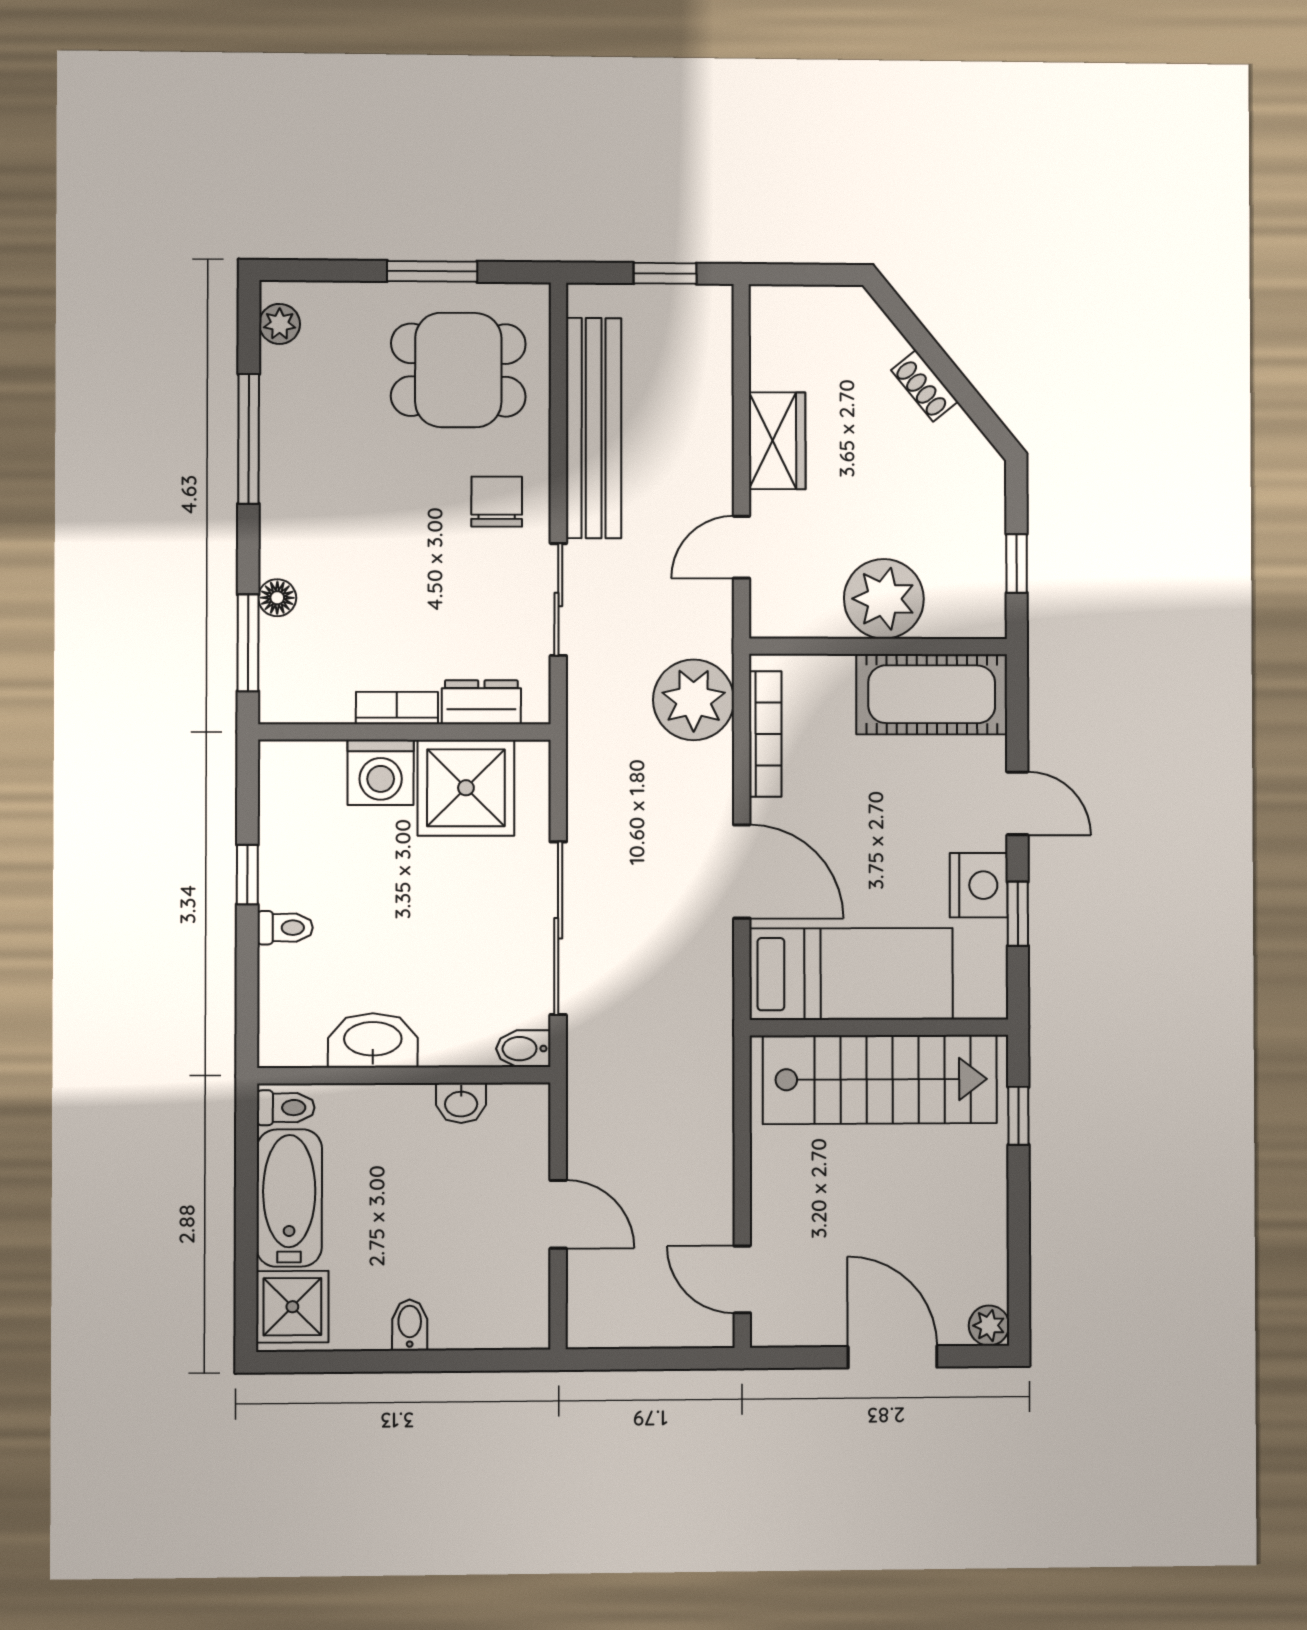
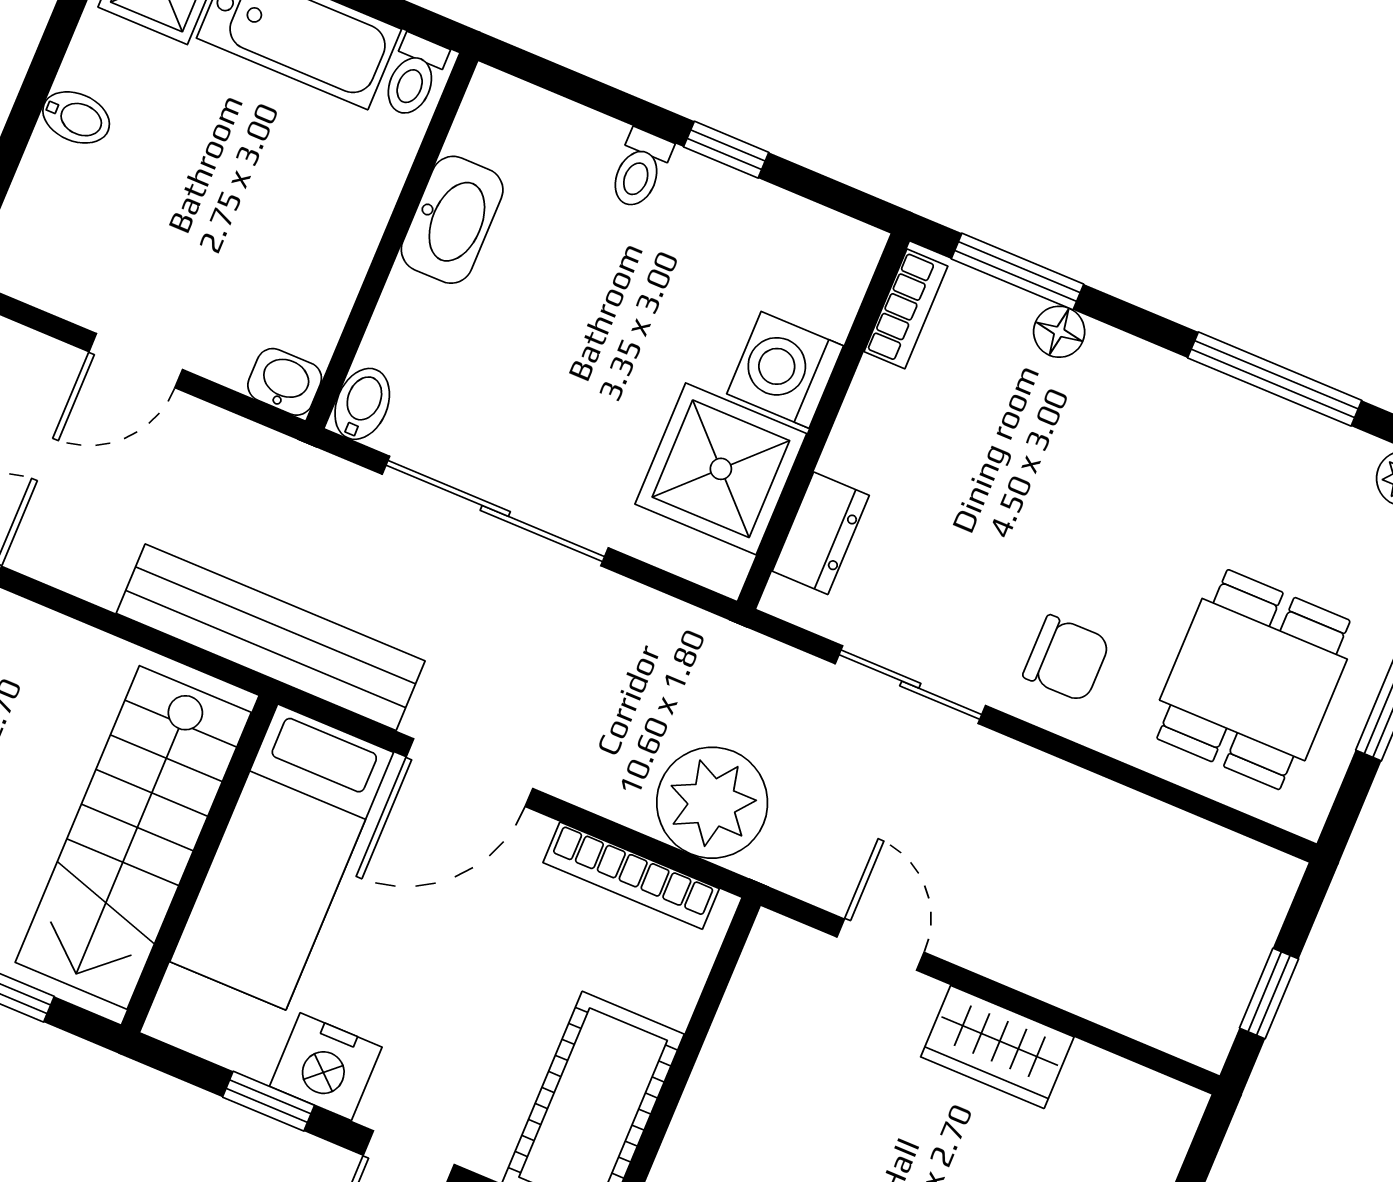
bench: (594, 428) -> (271, 637), moved
plant: (884, 599) -> (740, 1099), removed
bookcase: (397, 708) -> (906, 309), moved
washbasin: (461, 1103) -> (285, 382), moved, turned 90

